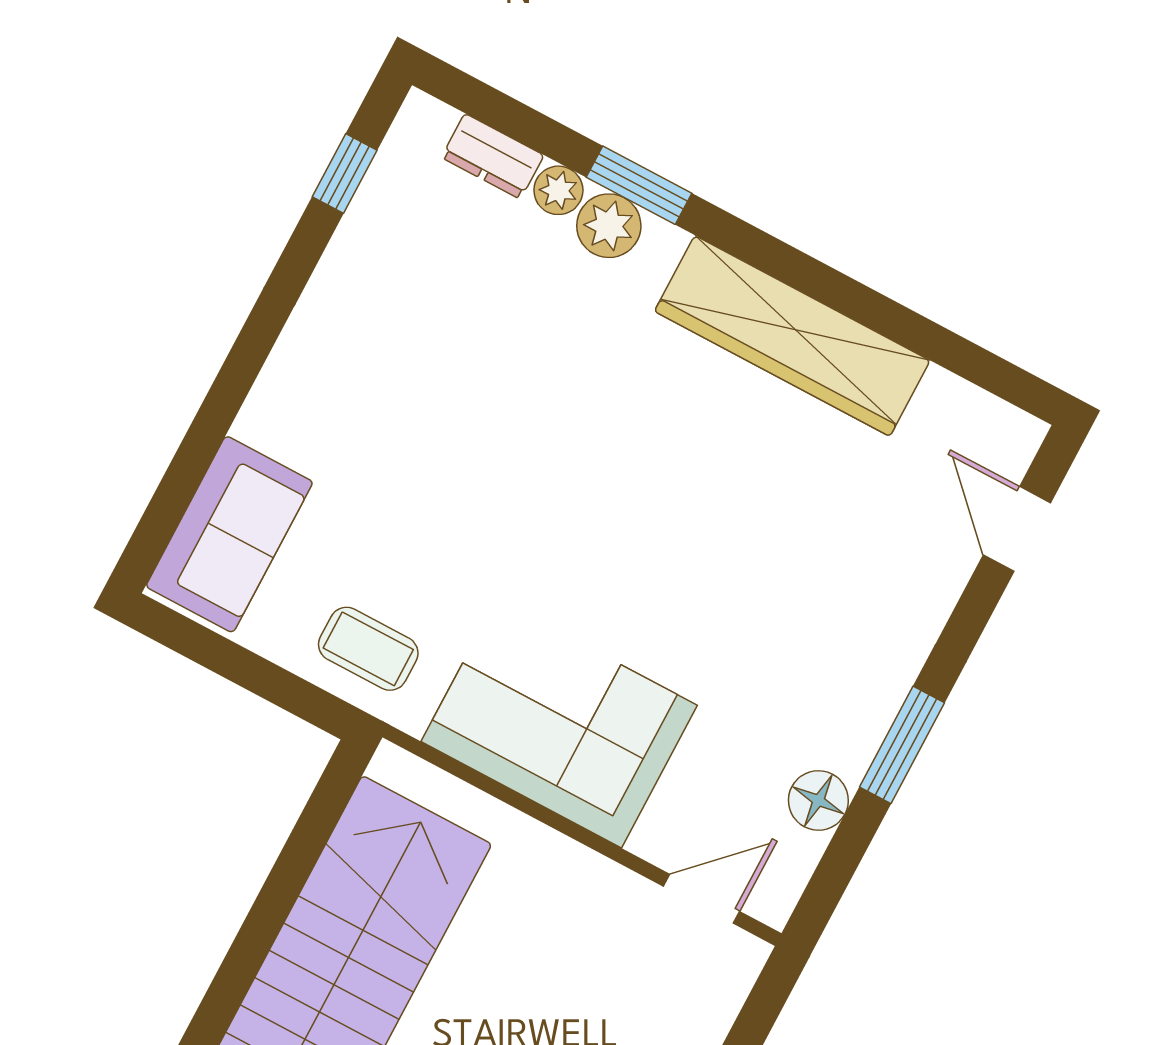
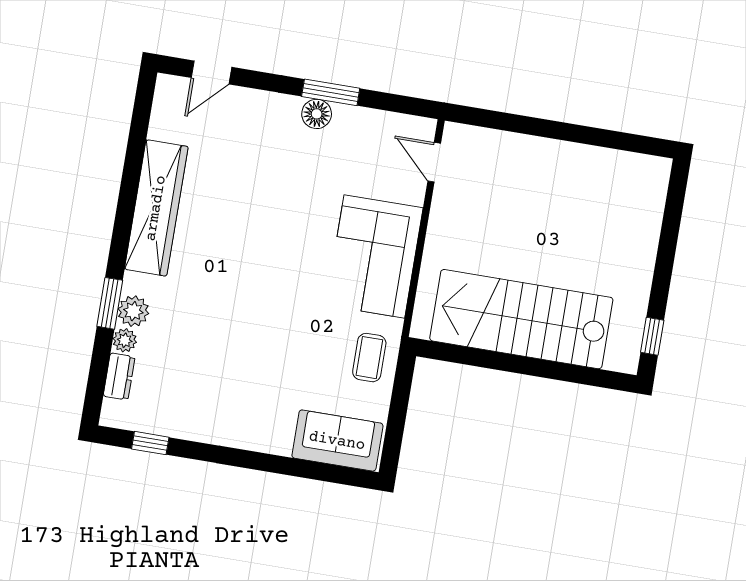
floor lamp: (818, 800) -> (317, 114), moved

